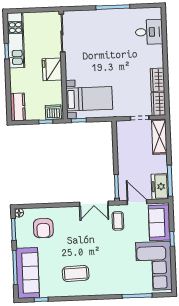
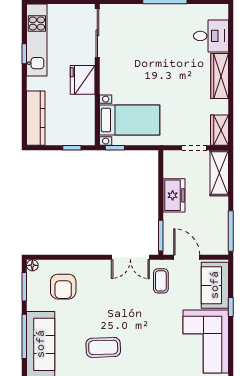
wardrobe: (157, 80) -> (220, 76), moved, width x1.50
kitchen counter: (18, 107) -> (36, 118), width x1.50
dishwasher: (53, 112) -> (82, 136), removed
freezer: (160, 187) -> (174, 195), moved, turned 180

